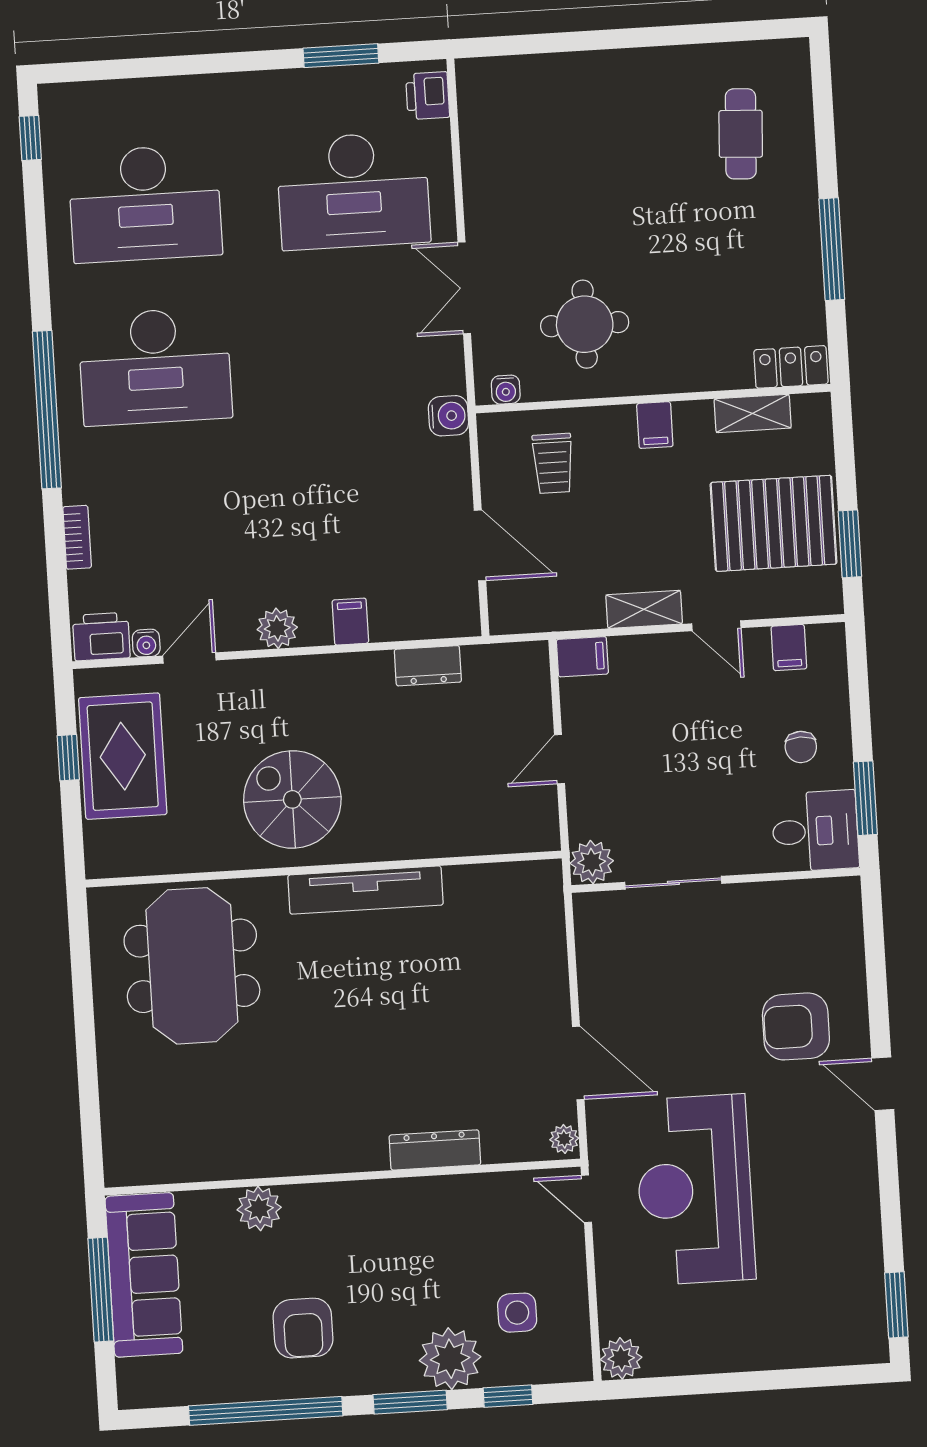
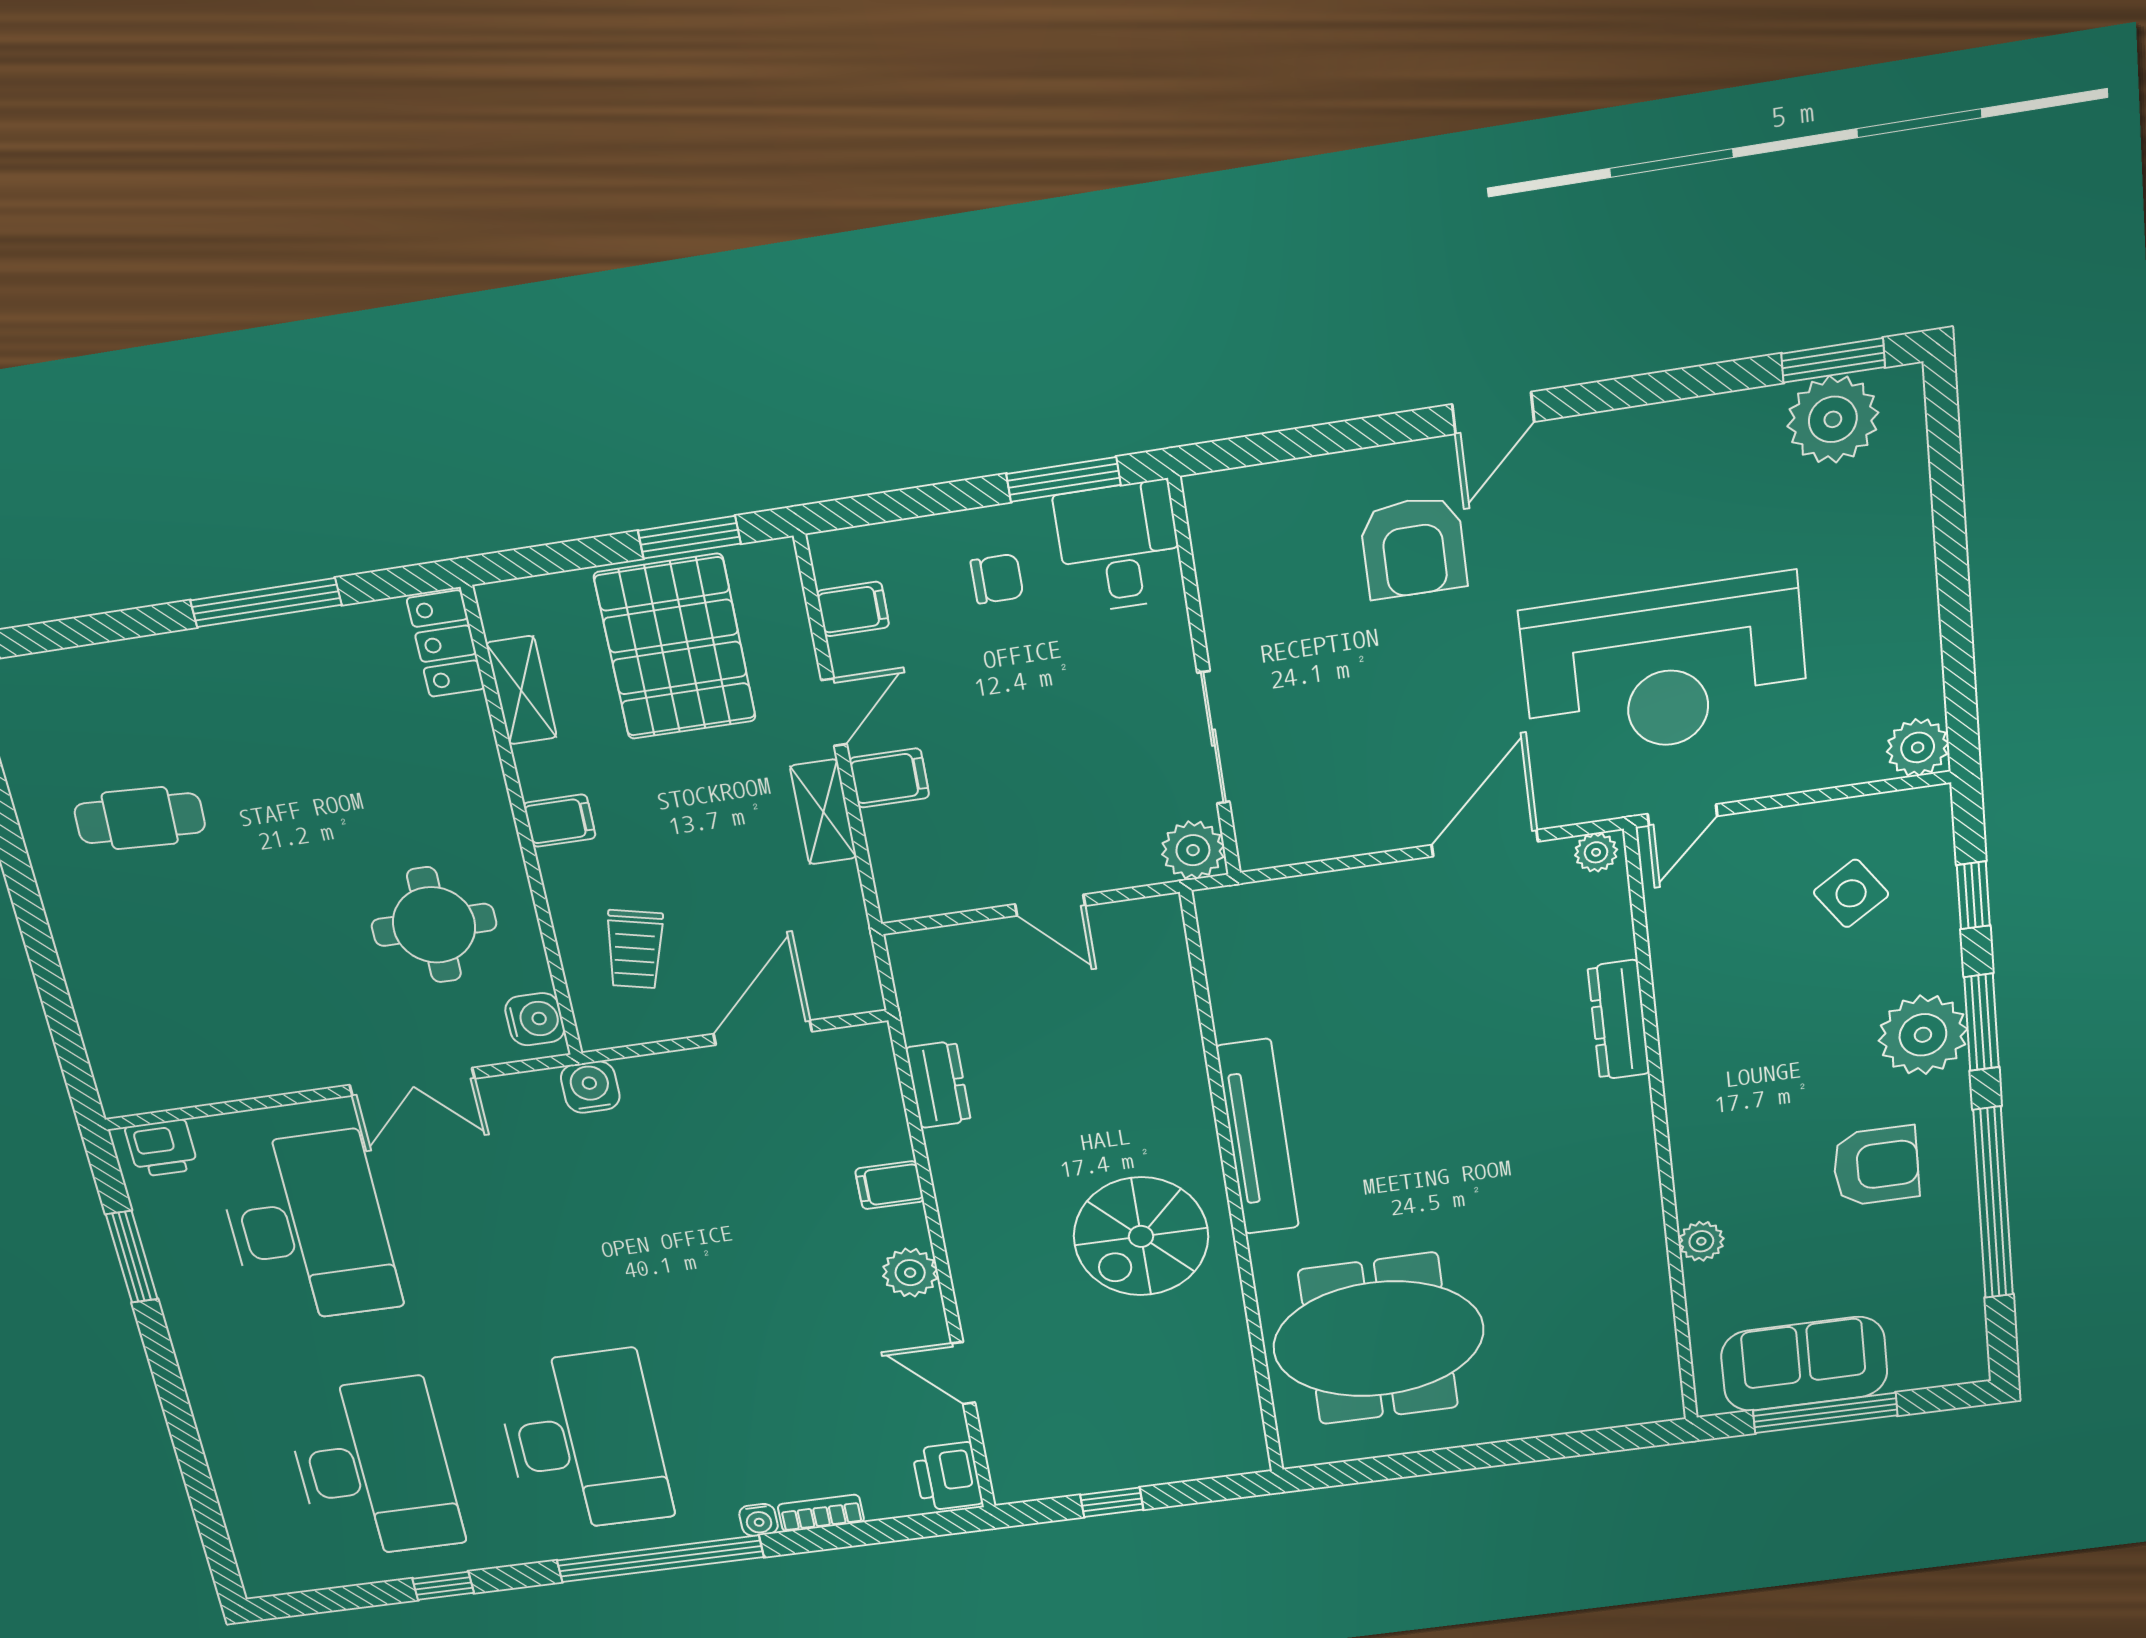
cafe table: (741, 134) -> (140, 818), moved
window: (30, 138) -> (443, 1586), moved
water cooler: (506, 390) -> (535, 1019), width x1.38, depth x1.38
trolley: (553, 463) -> (635, 949), turned 103
water cooler: (146, 643) -> (759, 1520), moved, turned 90
filing cabinet: (582, 657) -> (889, 778), moved, turned 90
rug: (123, 756) -> (1103, 1440), removed
plant: (259, 1209) -> (1701, 1241), width x0.73, depth x0.73
sofa: (144, 1275) -> (1804, 1364), width x0.73
plant: (857, 1304) -> (1833, 419), added
side table: (517, 1313) -> (1851, 893), turned -34
plant: (450, 1359) -> (1923, 1035), moved

